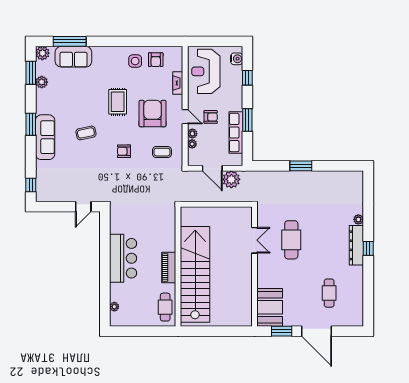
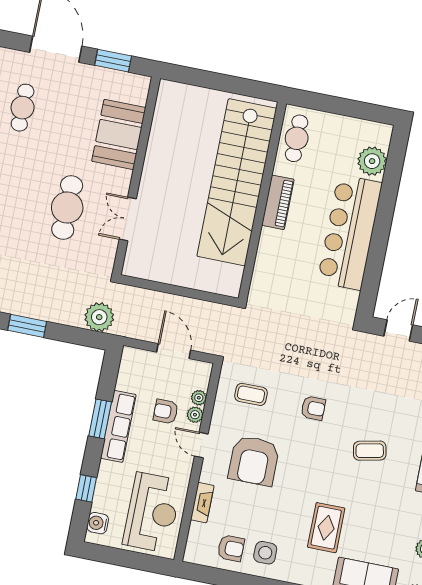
armchair: (156, 60) -> (231, 548), turned 90
rug: (118, 102) -> (326, 528), moved
armchair: (211, 117) -> (166, 412), moved
row of seats: (236, 132) -> (118, 426), moved
plant: (231, 179) -> (99, 317), moved
bar counter: (123, 258) -> (350, 232), width x1.36
plant: (114, 307) -> (372, 161), width x1.88, depth x1.88
booth: (270, 307) -> (119, 134), moved

